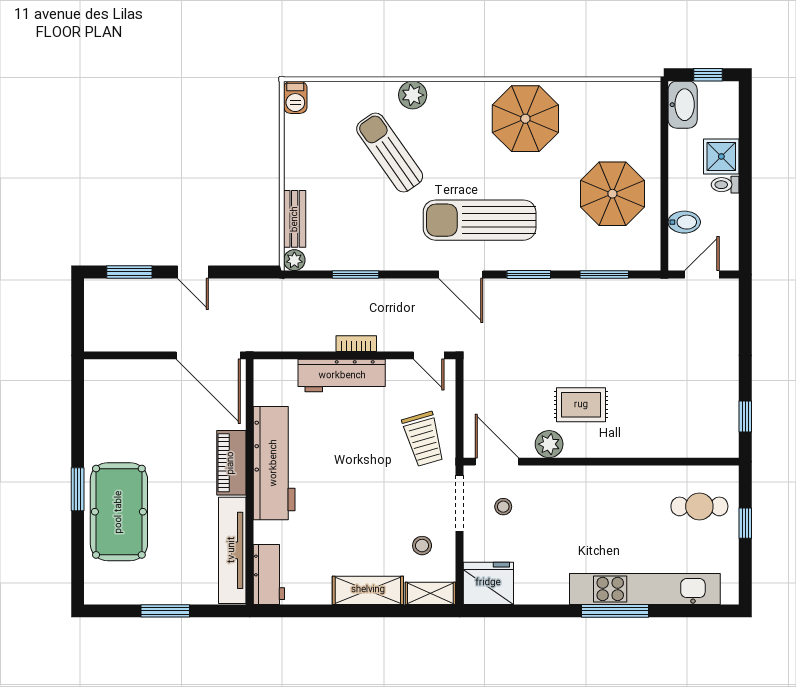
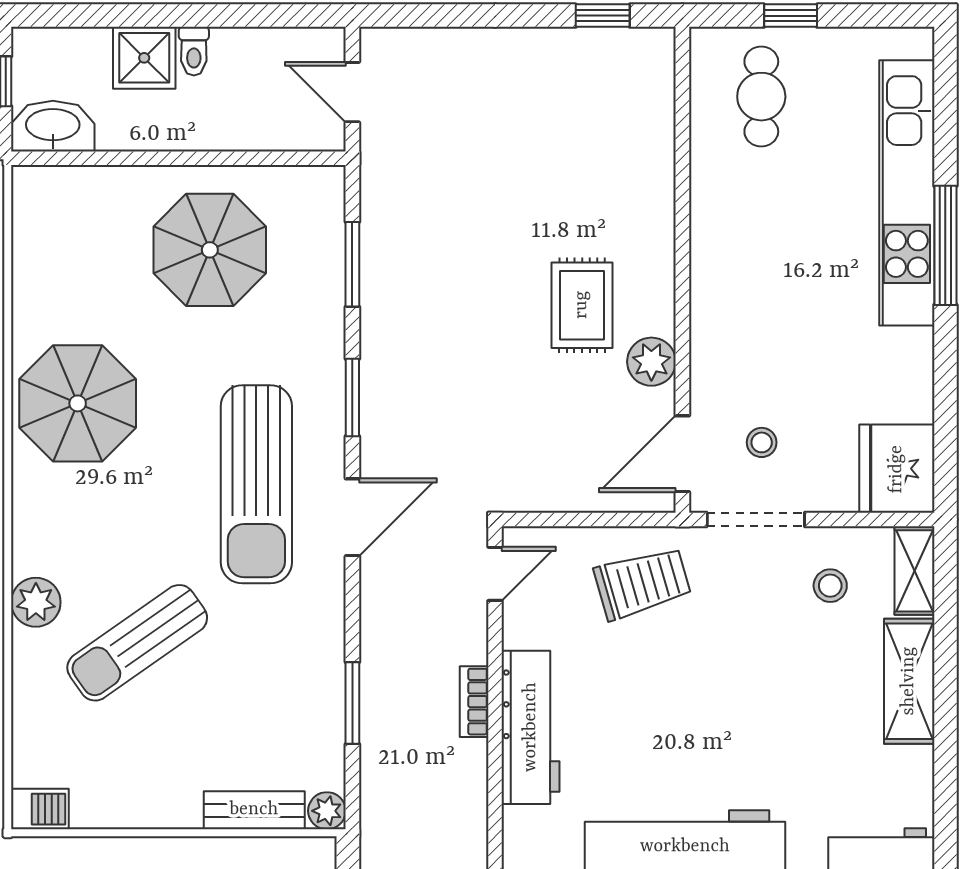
bidet: (684, 222) -> (260, 123), removed

